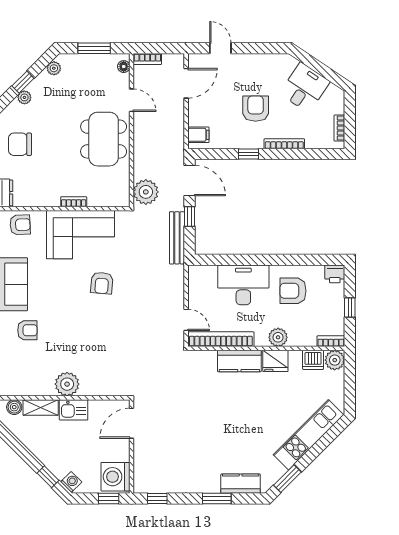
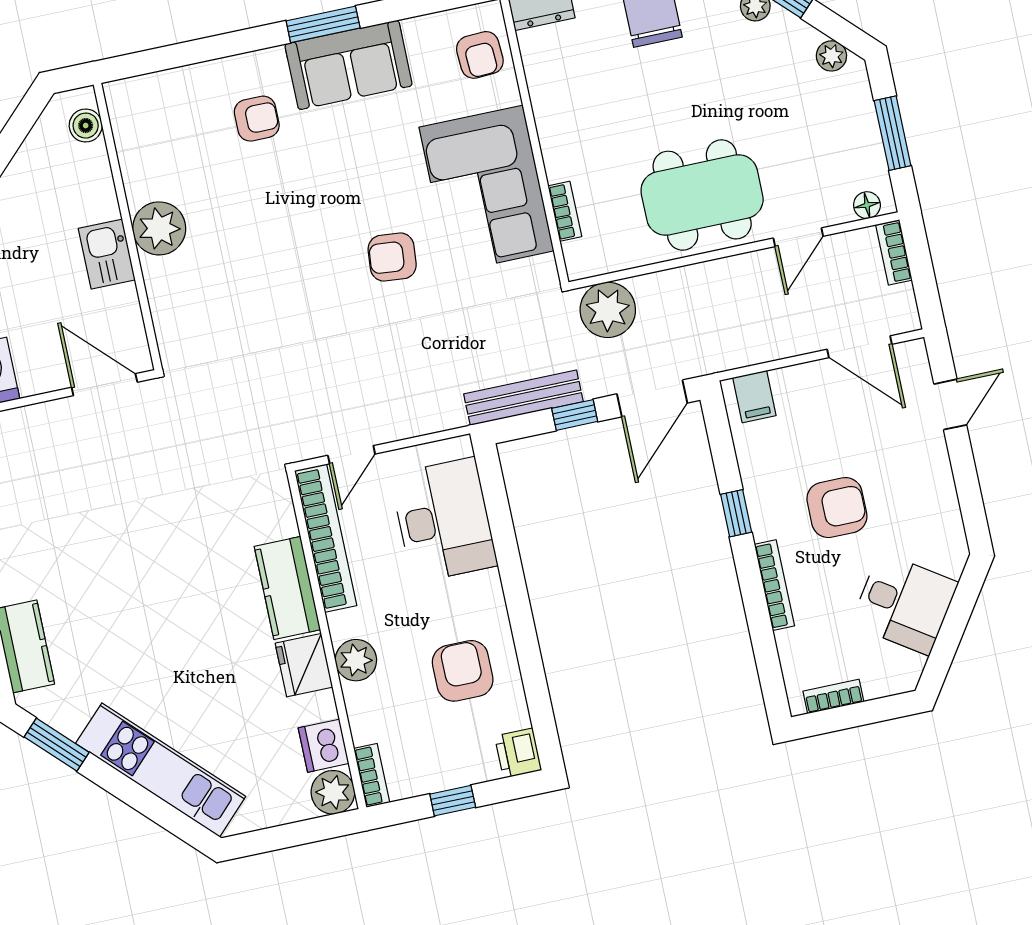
bookcase: (74, 202) -> (565, 211), moved
desk: (243, 285) -> (444, 520), moved
armchair: (27, 330) -> (257, 119), turned -90
shelving: (41, 407) -> (97, 182), removed

